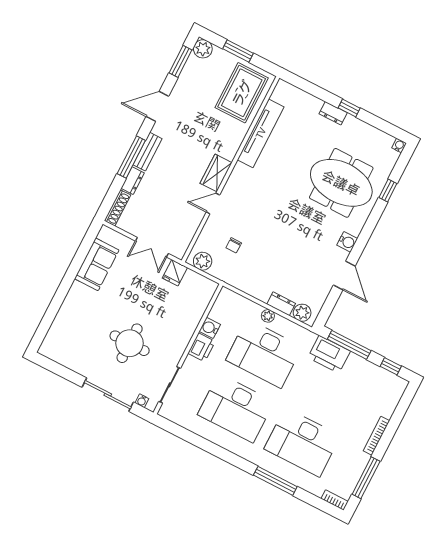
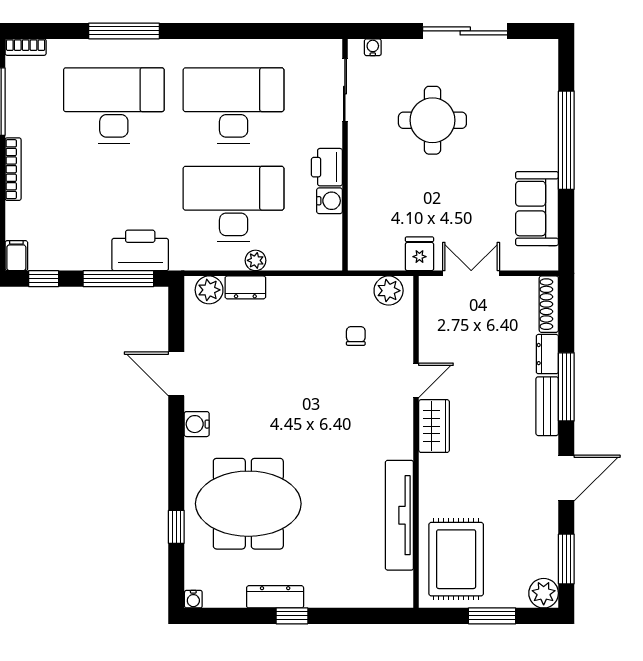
dresser: (333, 113) -> (275, 597), moved, width x1.44
window: (61, 294) -> (566, 140), added
filing cabinet: (399, 387) -> (16, 256), added
sliding door: (108, 395) -> (465, 31), moved

